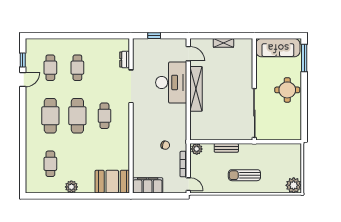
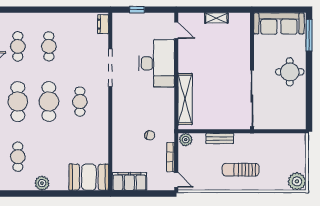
dresser: (125, 59) -> (103, 24), moved
shelving: (196, 89) -> (185, 99), moved

